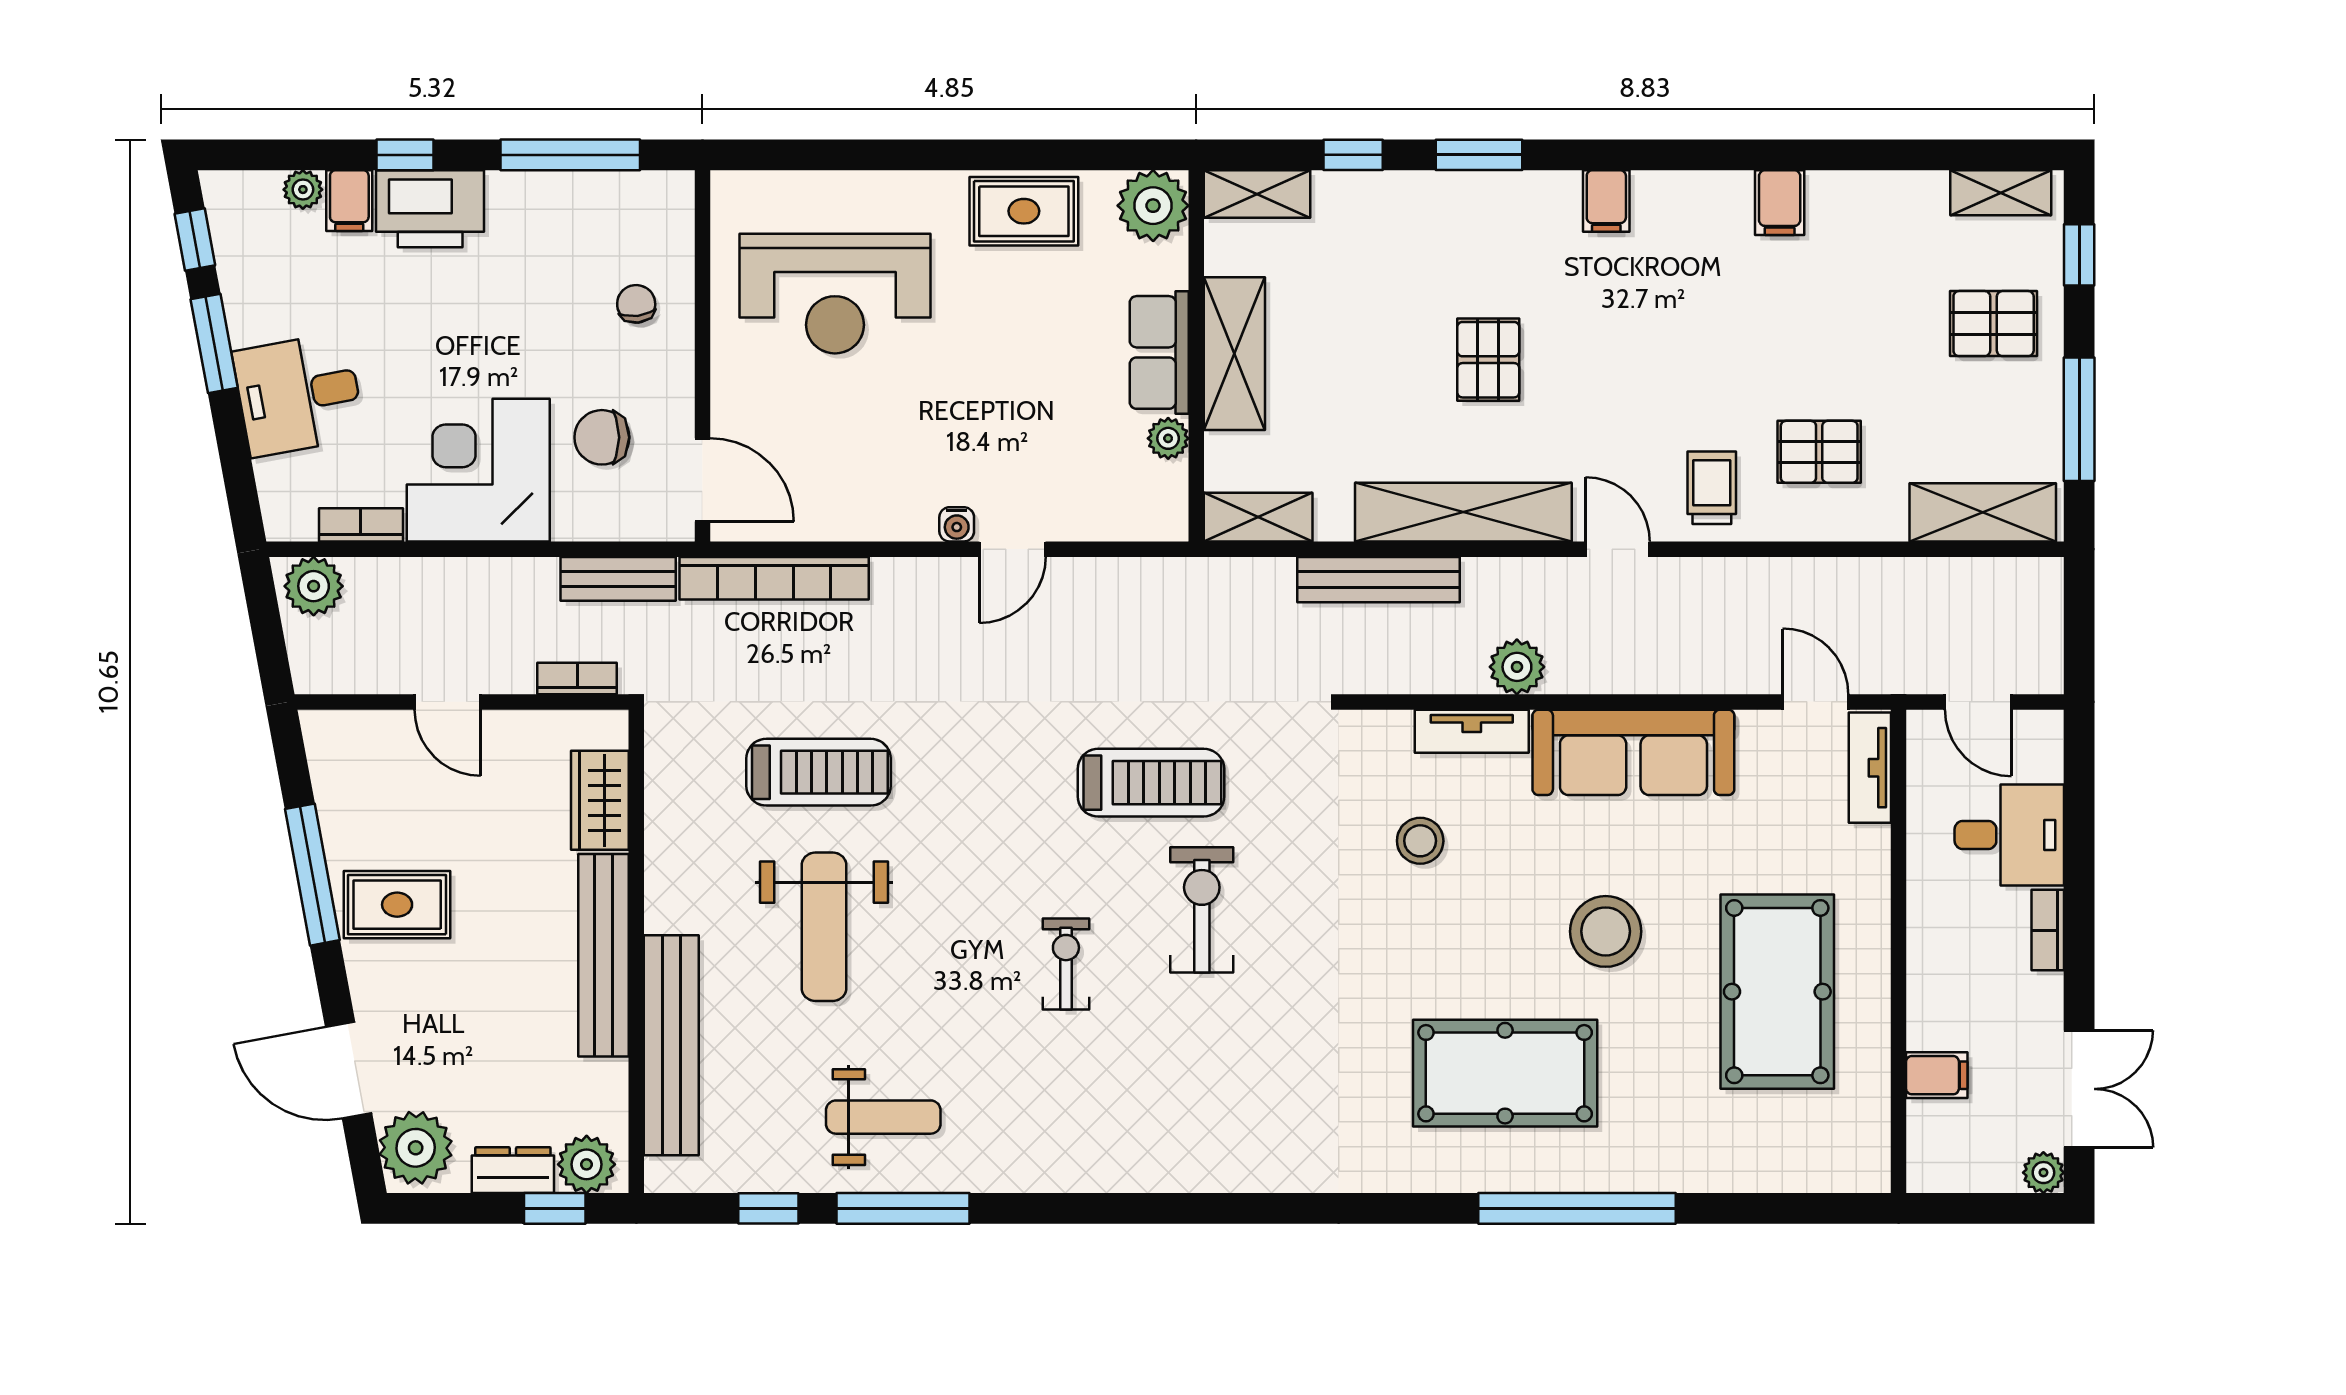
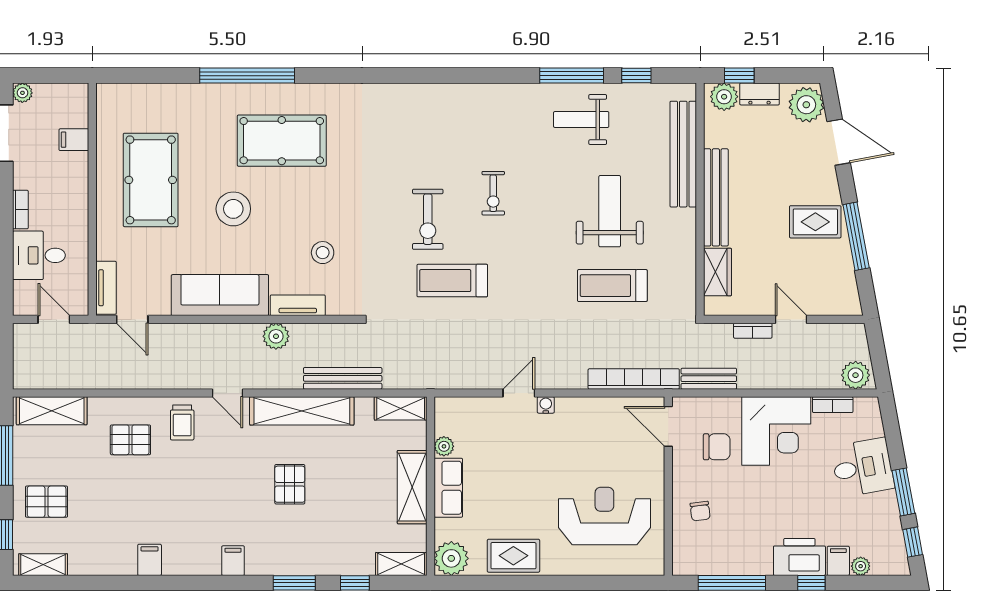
bookcase: (577, 678) -> (753, 331), moved

